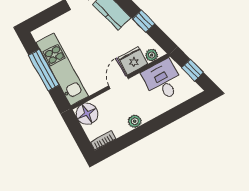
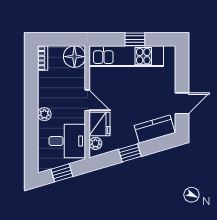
window: (44, 70) -> (135, 39), width x0.46
plant: (135, 121) -> (44, 114), moved

